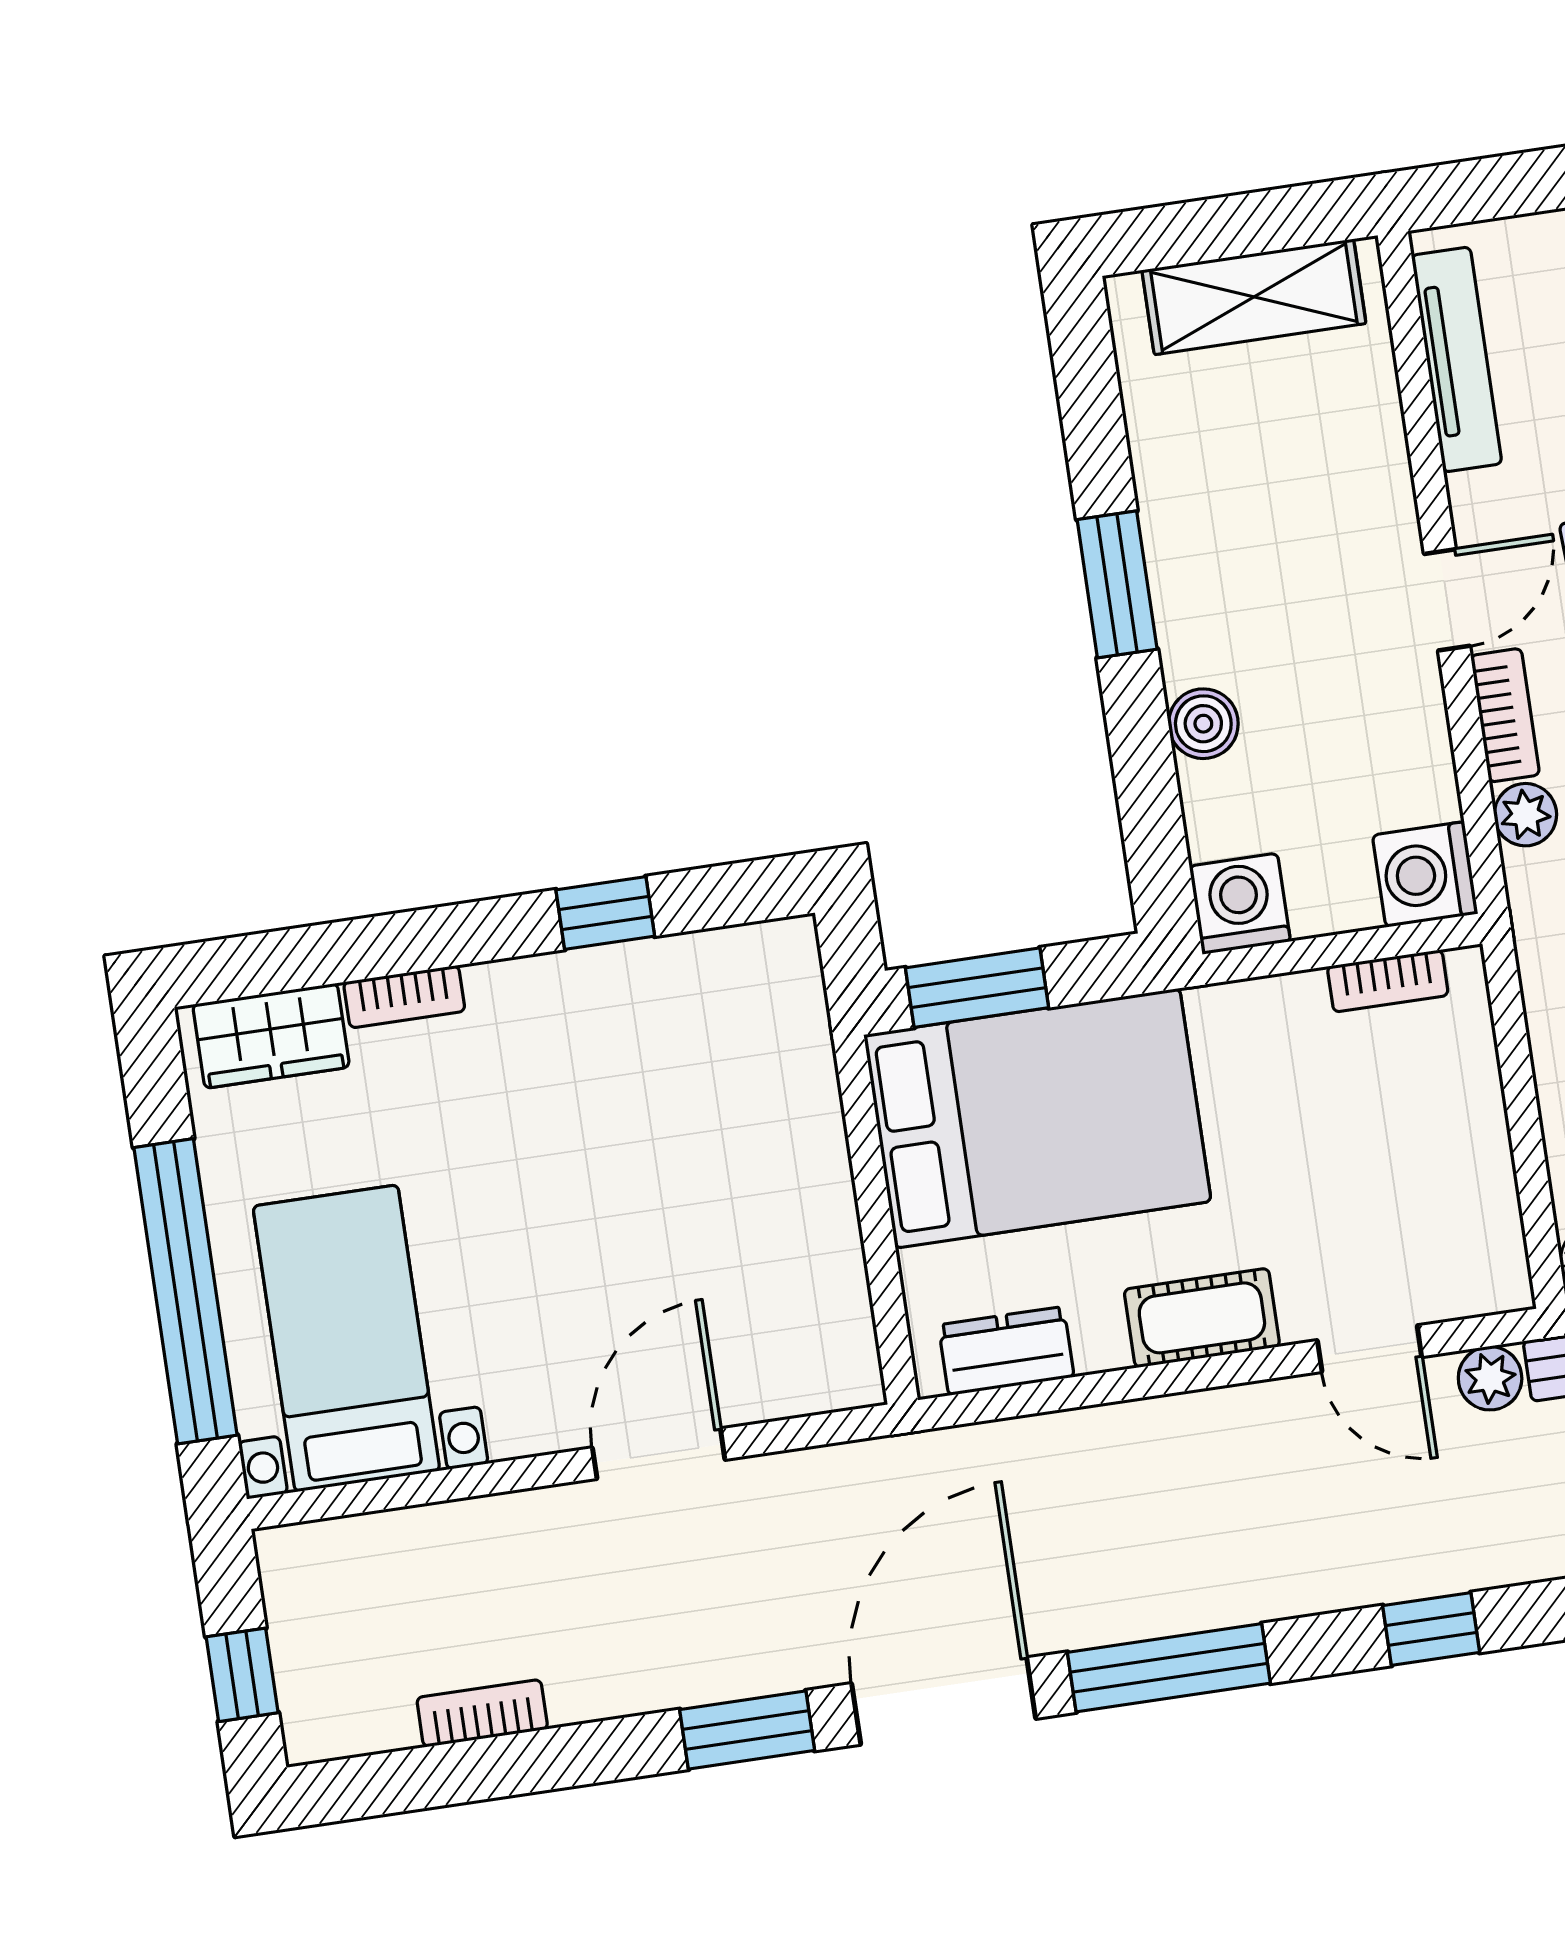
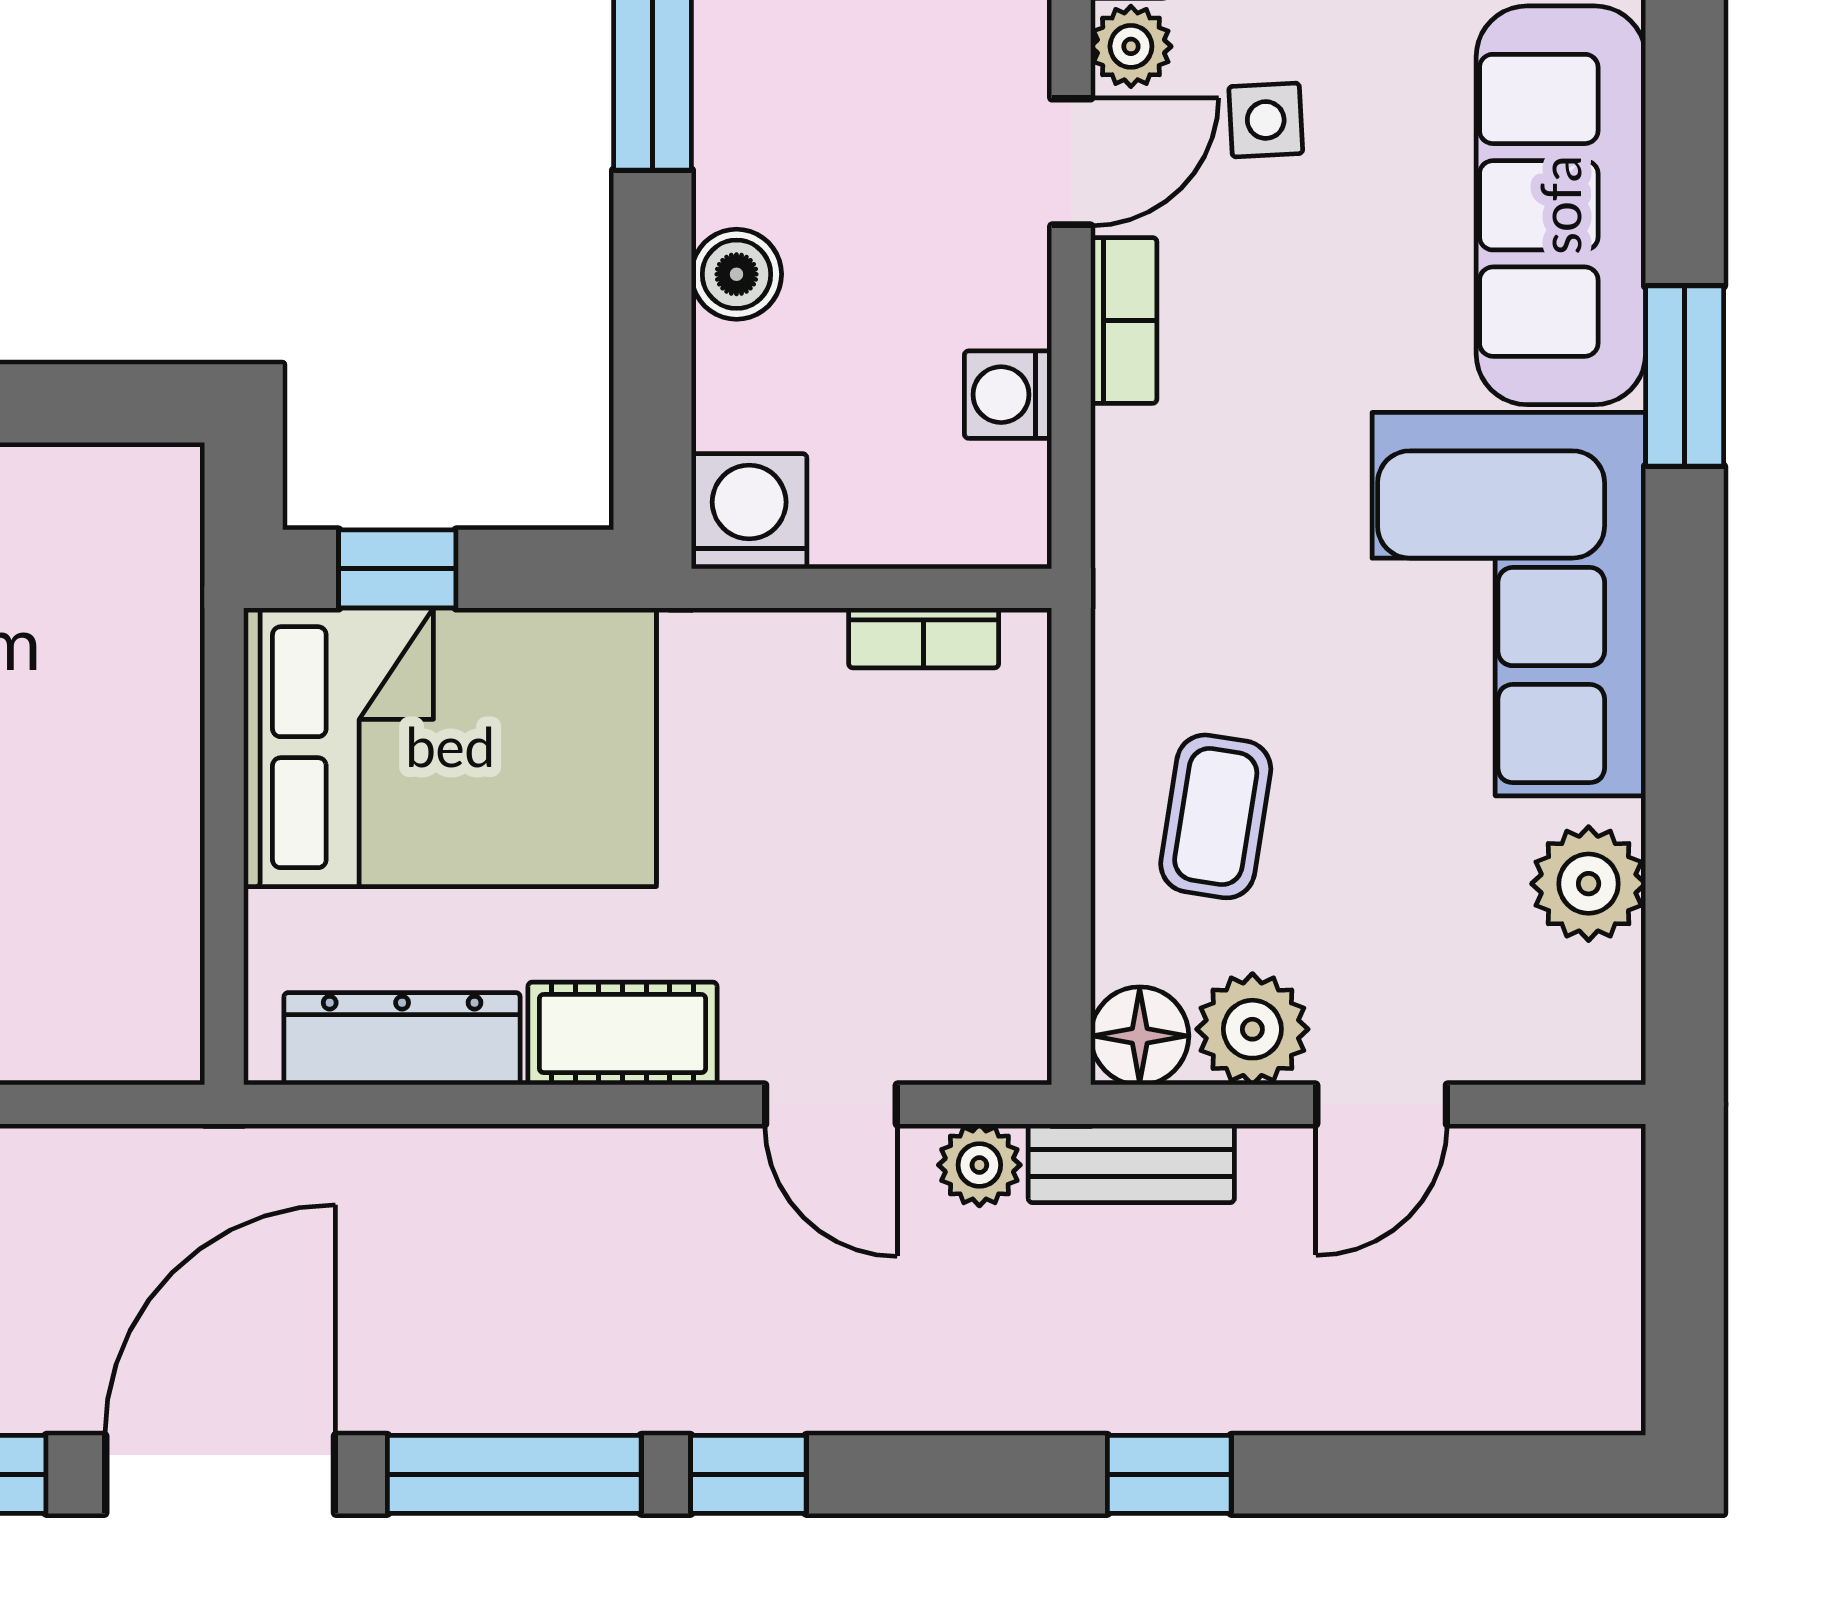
plant: (1525, 815) -> (1131, 46), moved
washing machine: (1425, 874) -> (1008, 395), moved, width x0.73, depth x0.73
window: (977, 988) -> (397, 569), width x0.67
dresser: (1006, 1351) -> (402, 1039), width x1.44
window: (1431, 1629) -> (748, 1474), moved

